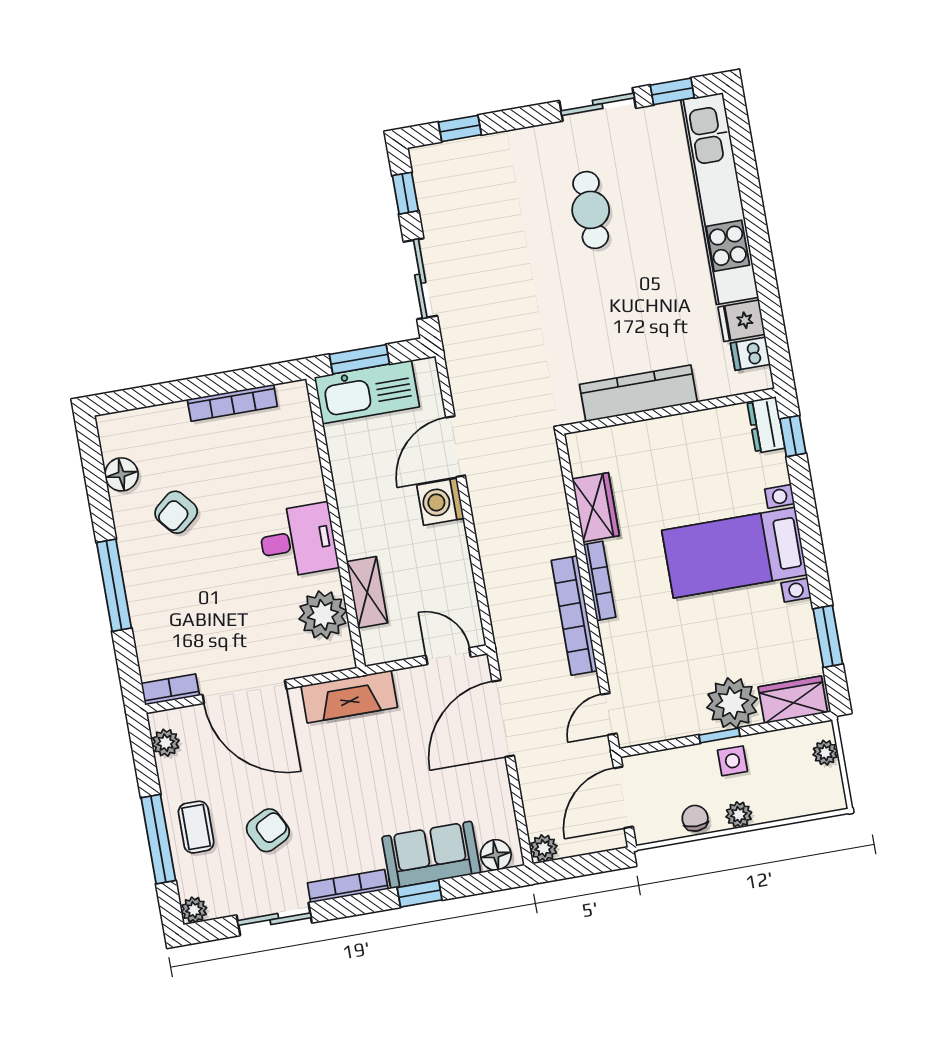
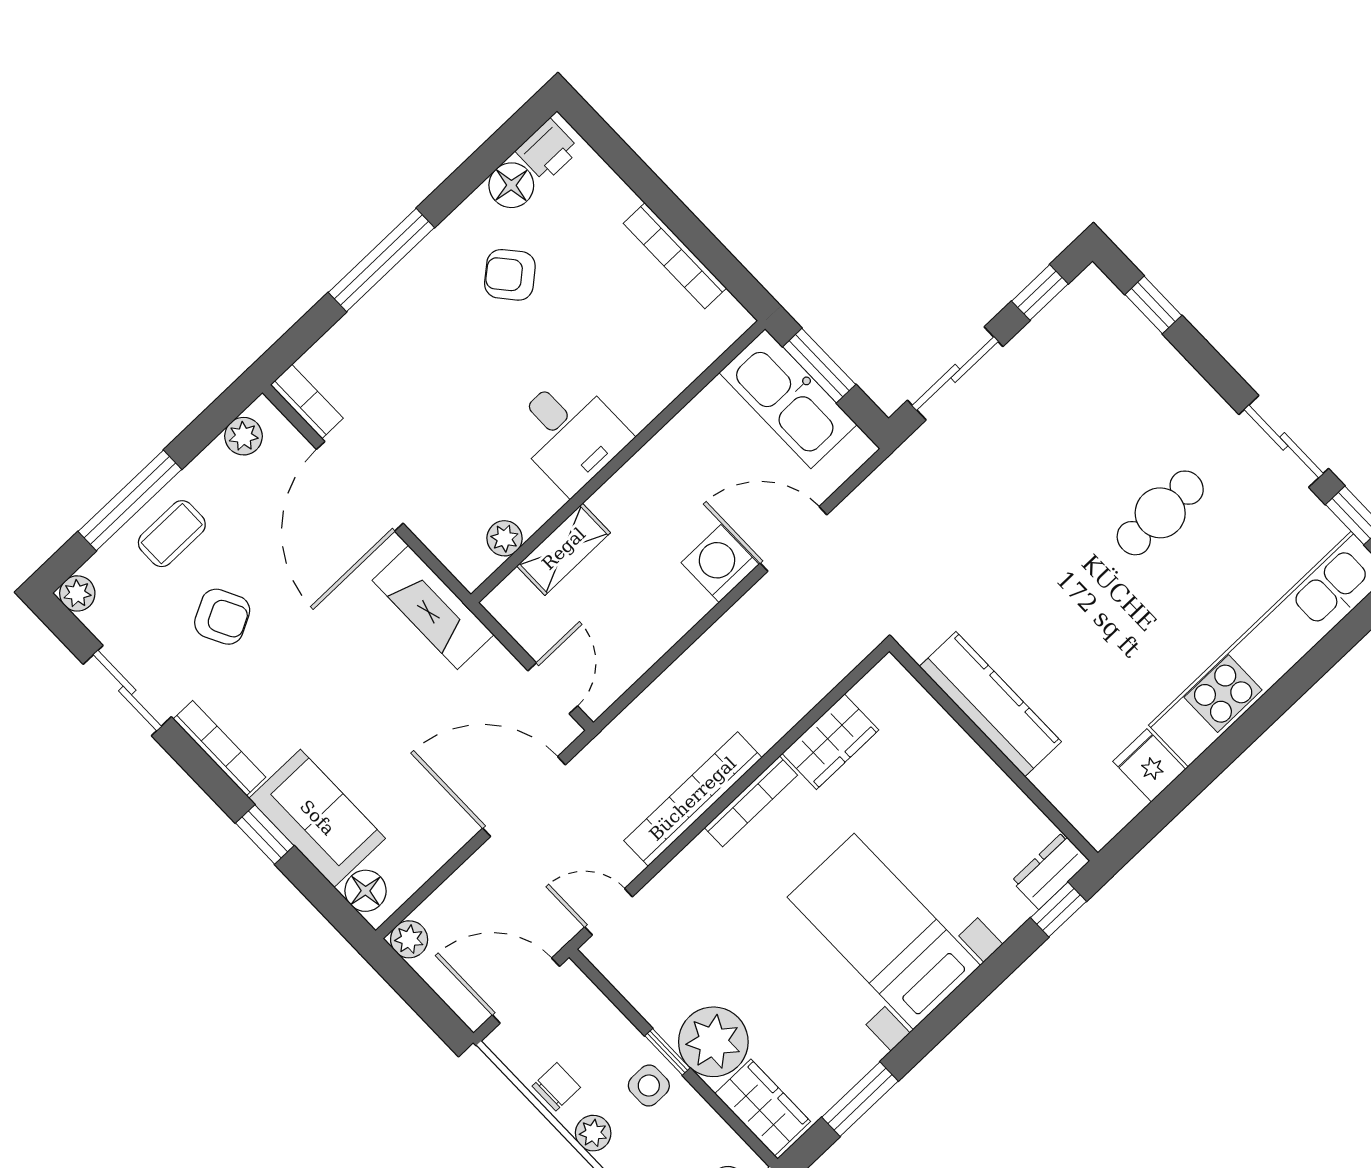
dishwasher: (750, 354) -> (1119, 800), removed
printer: (115, 438) -> (548, 150), added
plant: (323, 615) -> (505, 538), width x0.53, depth x0.53

